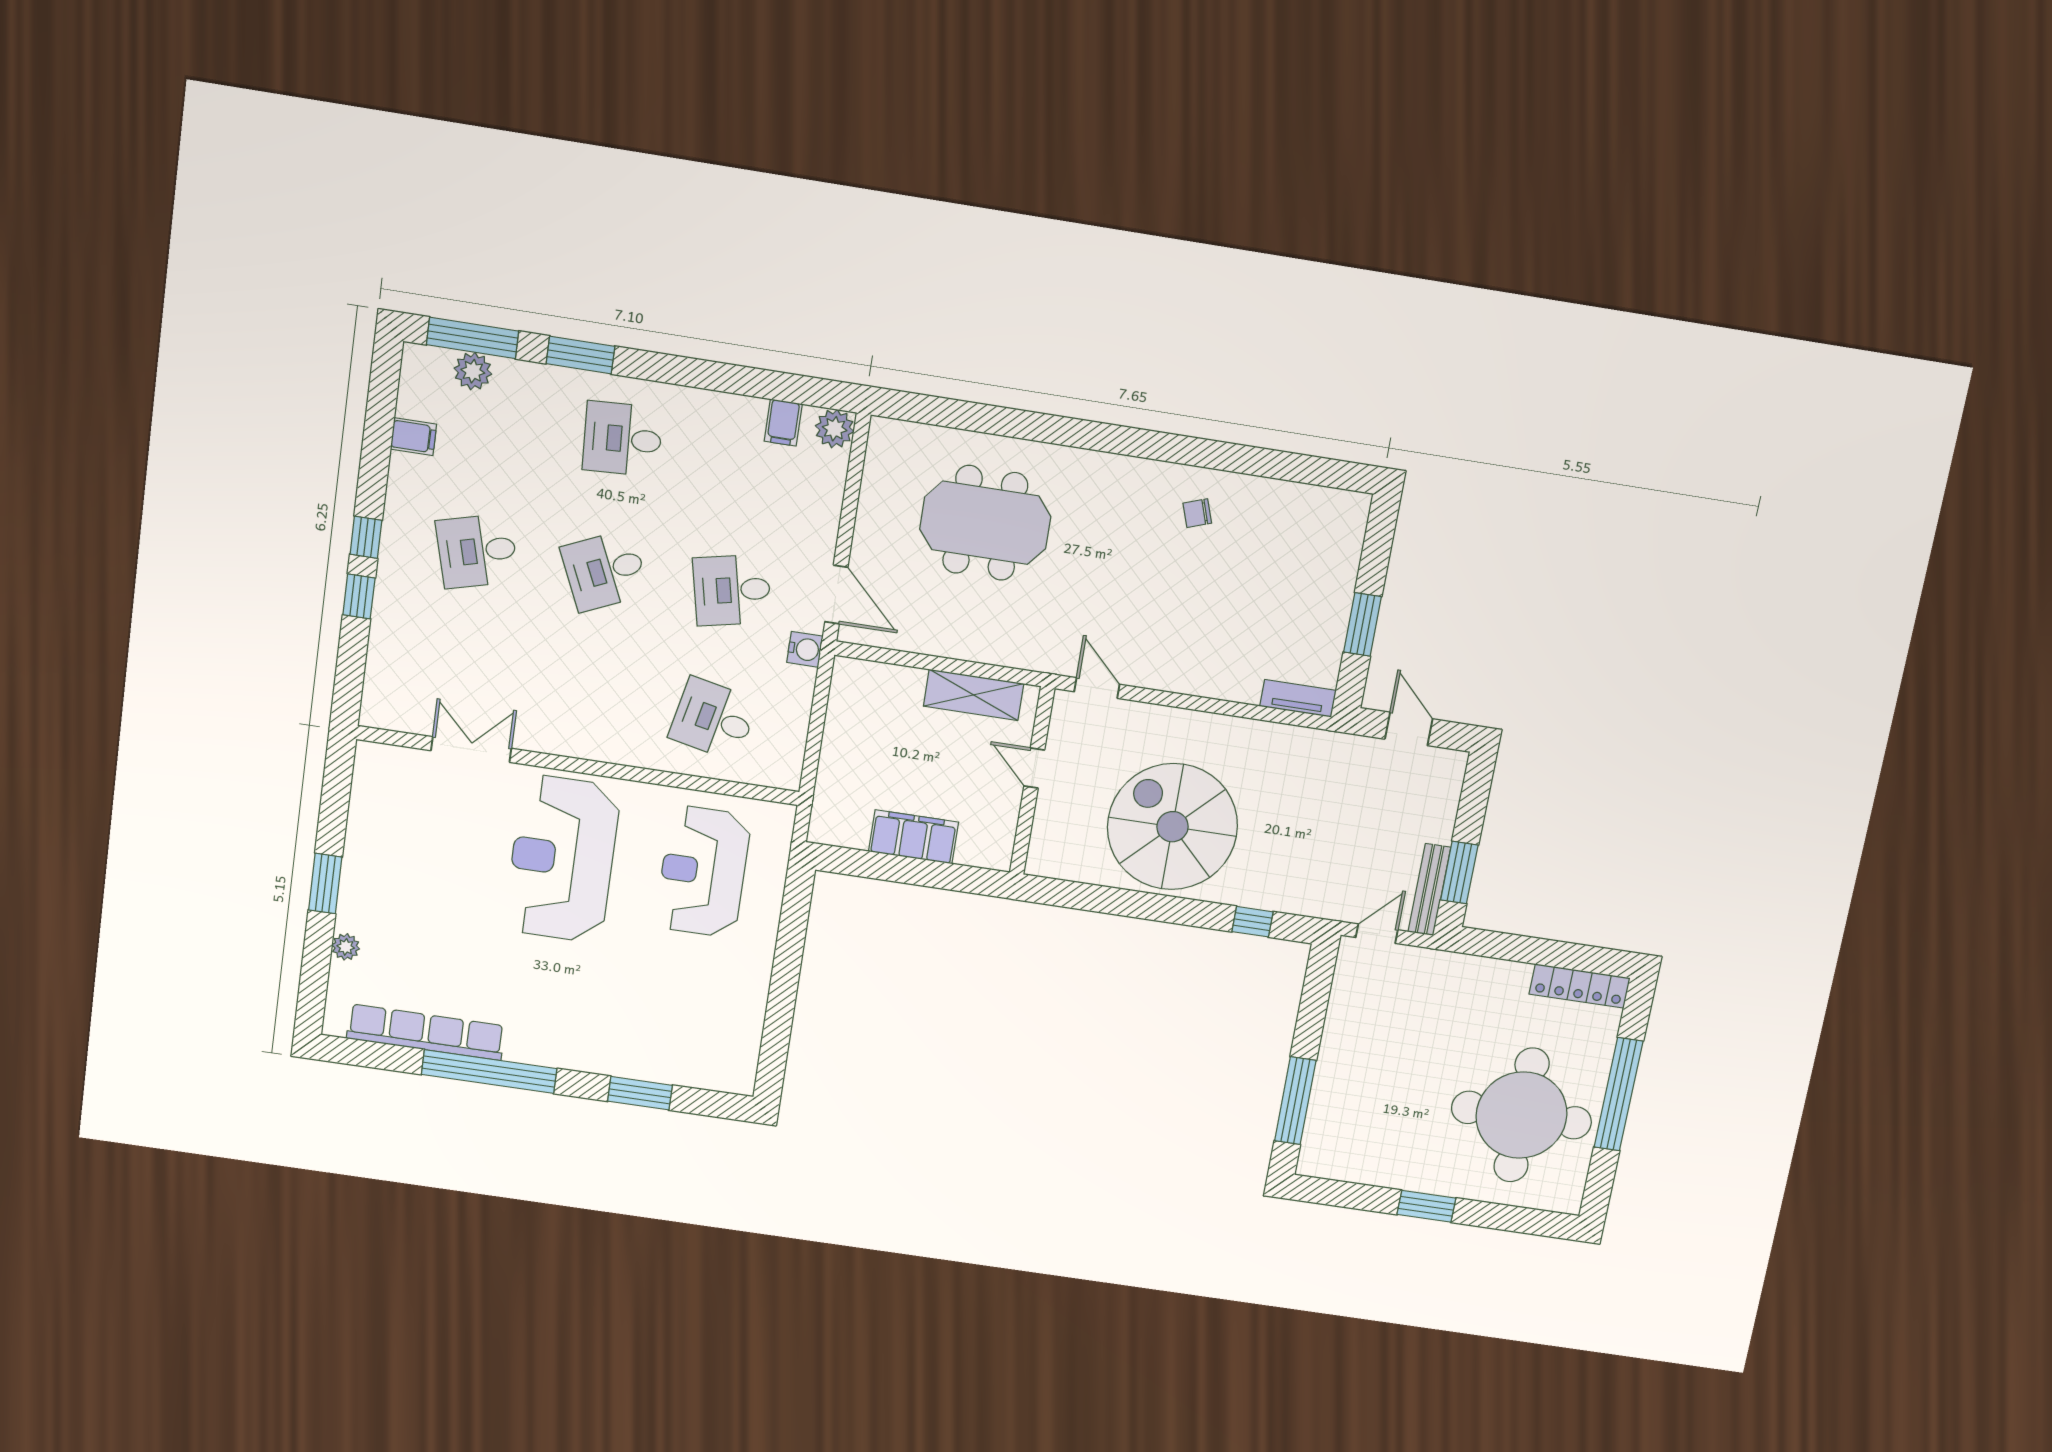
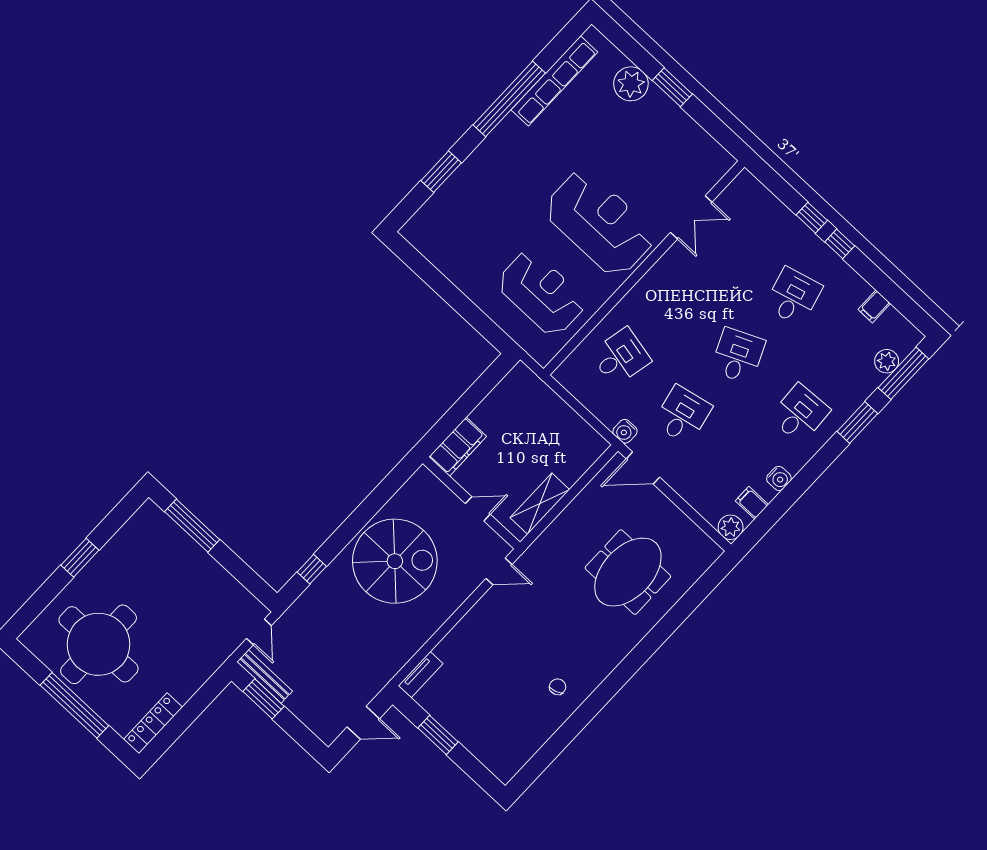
water cooler: (726, 409) -> (779, 478), added
filing cabinet: (914, 837) -> (458, 447), moved
plant: (346, 947) -> (631, 84), width x1.87, depth x1.87

